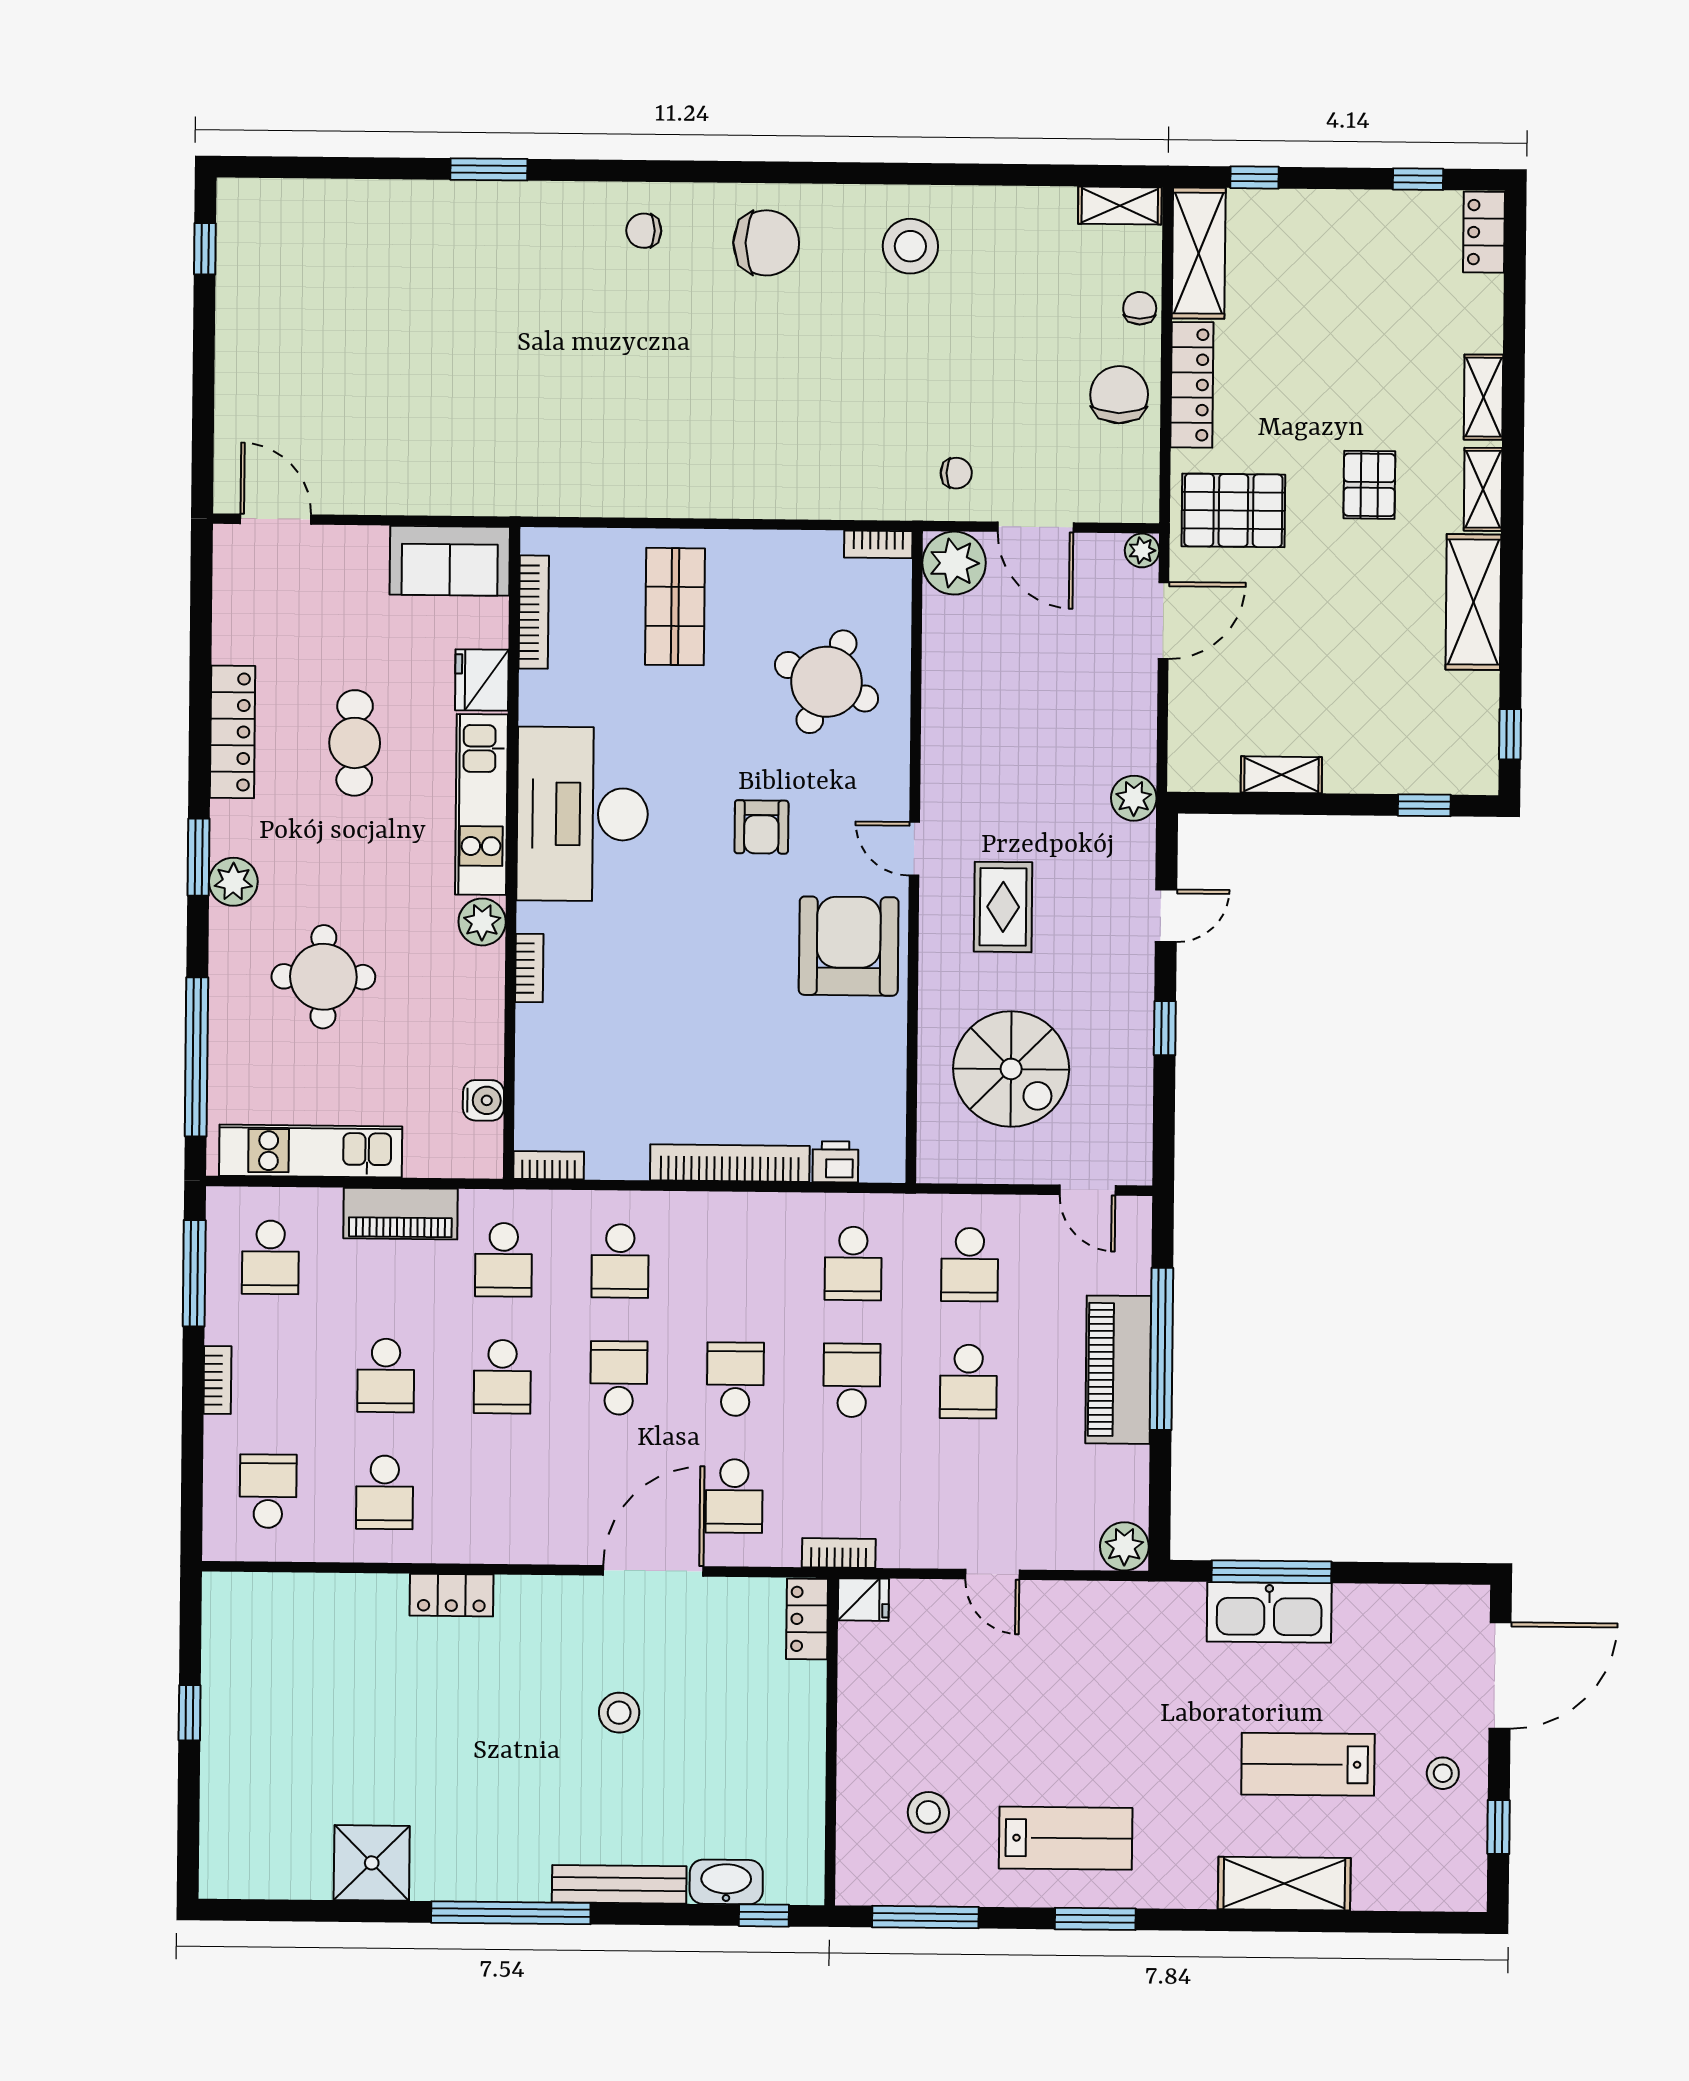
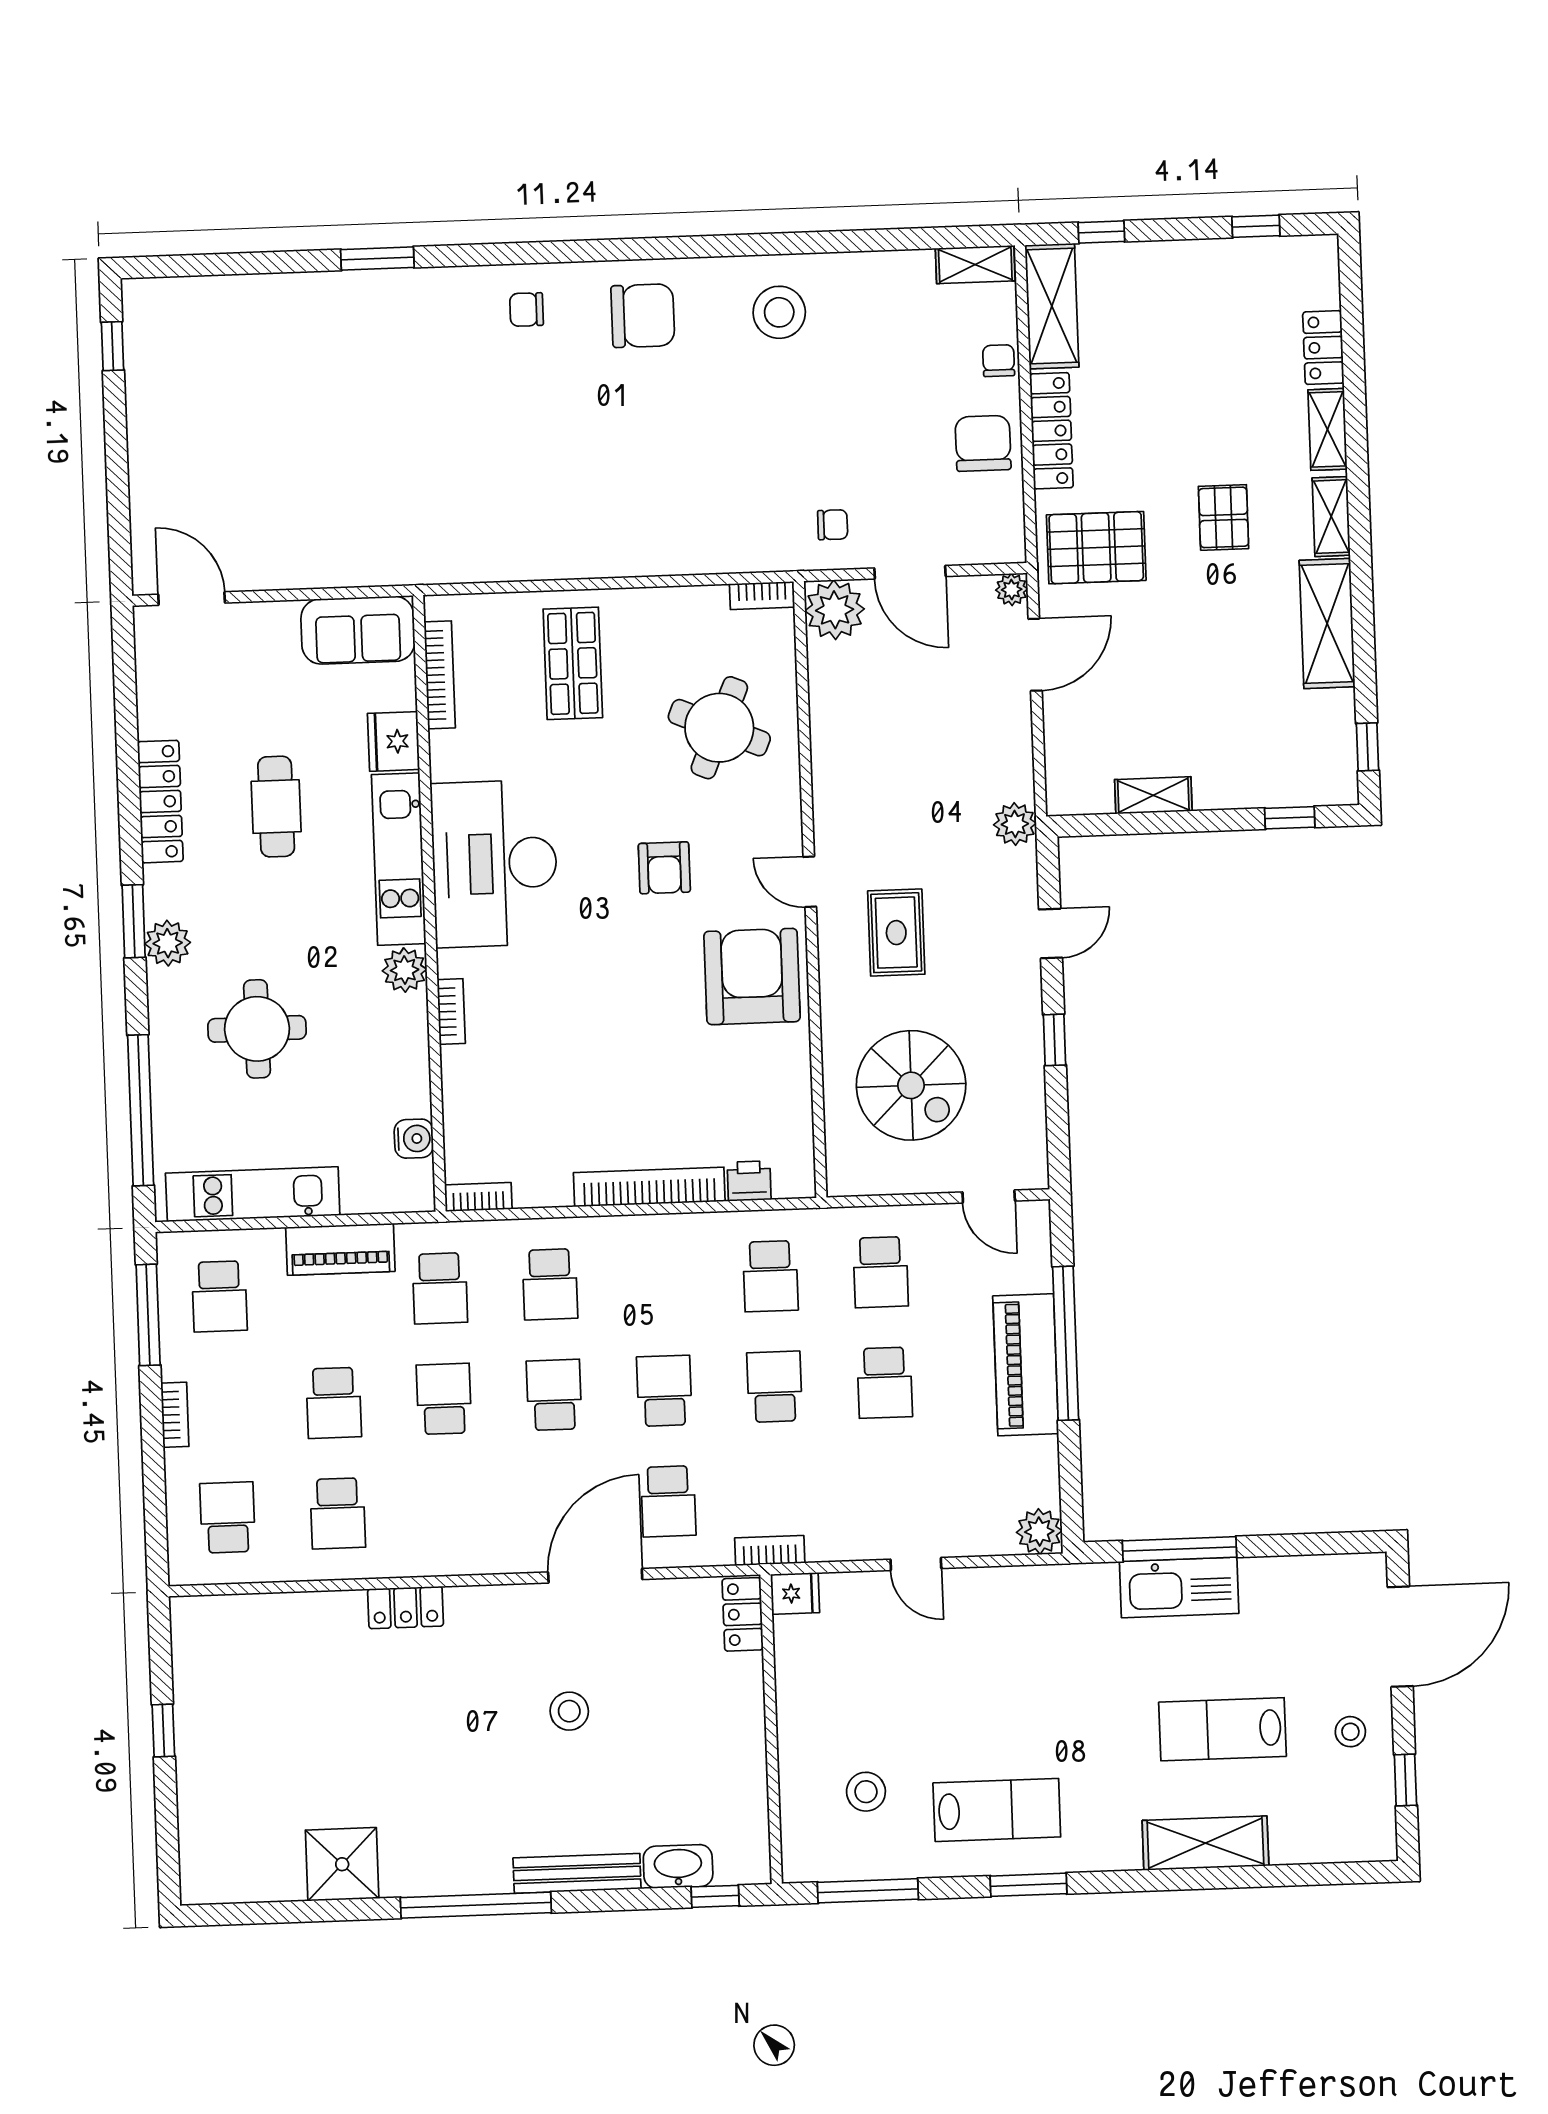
locker: (1484, 232) -> (1323, 348), moved
school desk: (502, 1377) -> (444, 1399), turned 180

